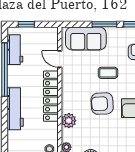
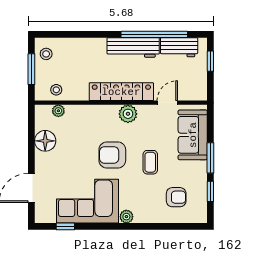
armchair: (102, 104) -> (112, 155), turned -87
workbench: (15, 109) -> (133, 47), moved
plant: (69, 121) -> (128, 114), moved

